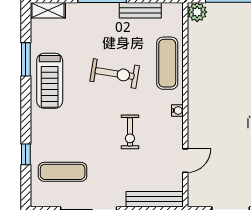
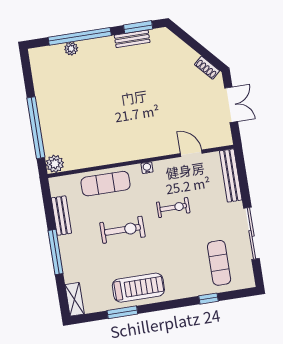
exercise bike: (115, 74) -> (122, 230), turned 81

